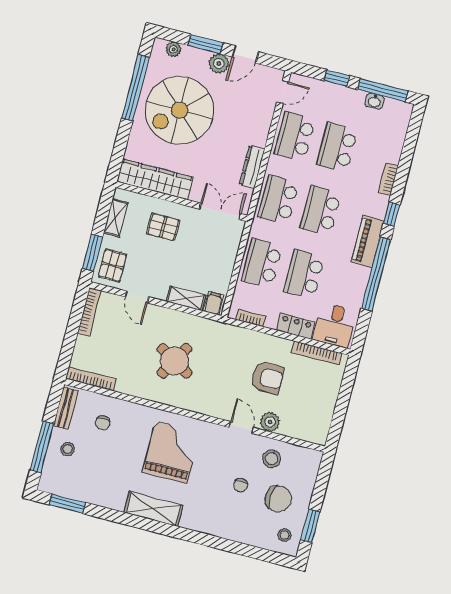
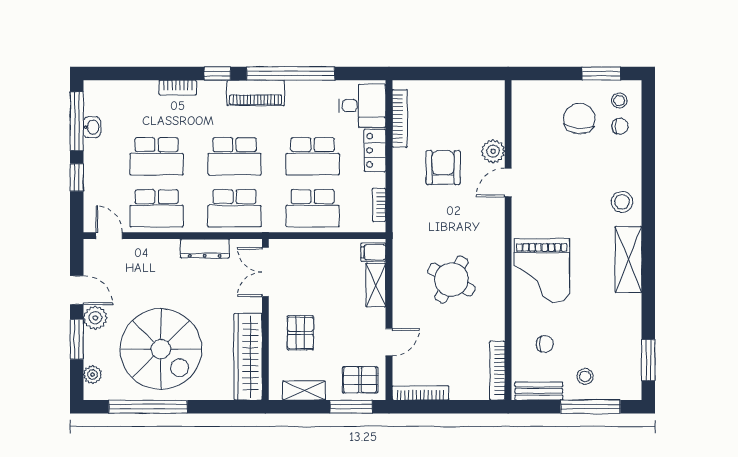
grand piano: (171, 452) -> (542, 271), moved, turned -90
stool: (271, 459) -> (622, 202), moved
chair: (241, 485) -> (620, 126), moved

